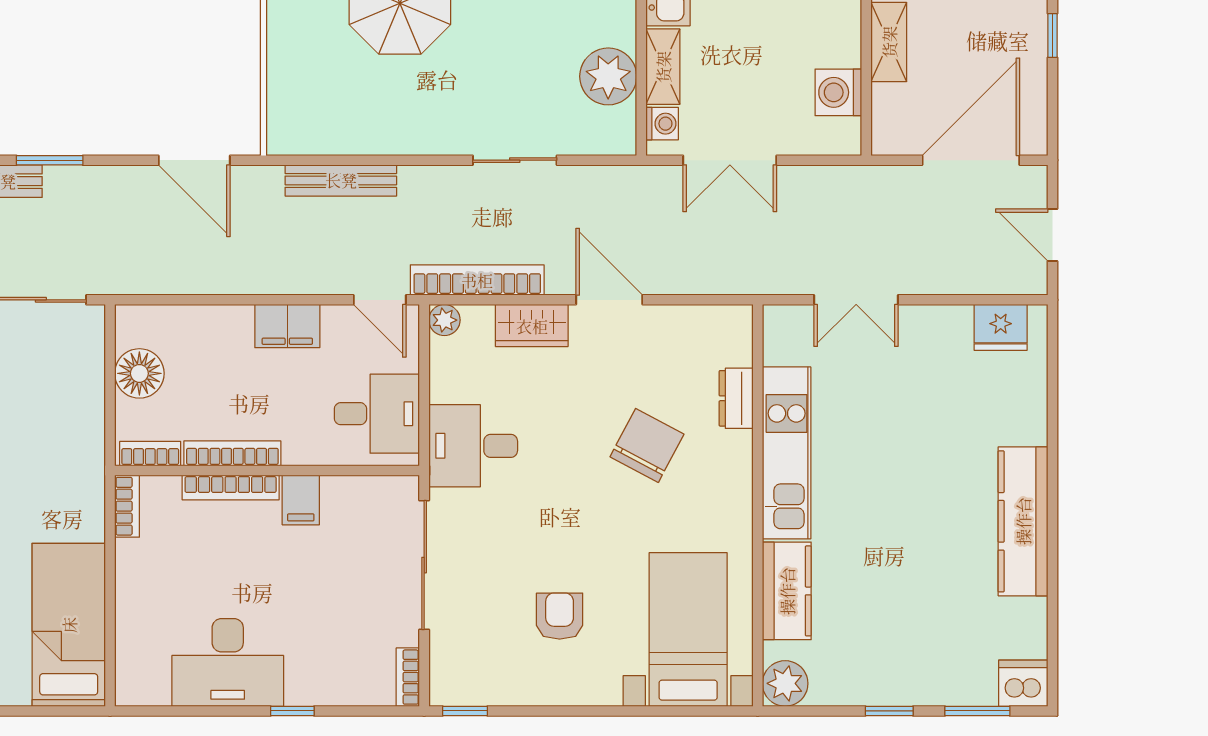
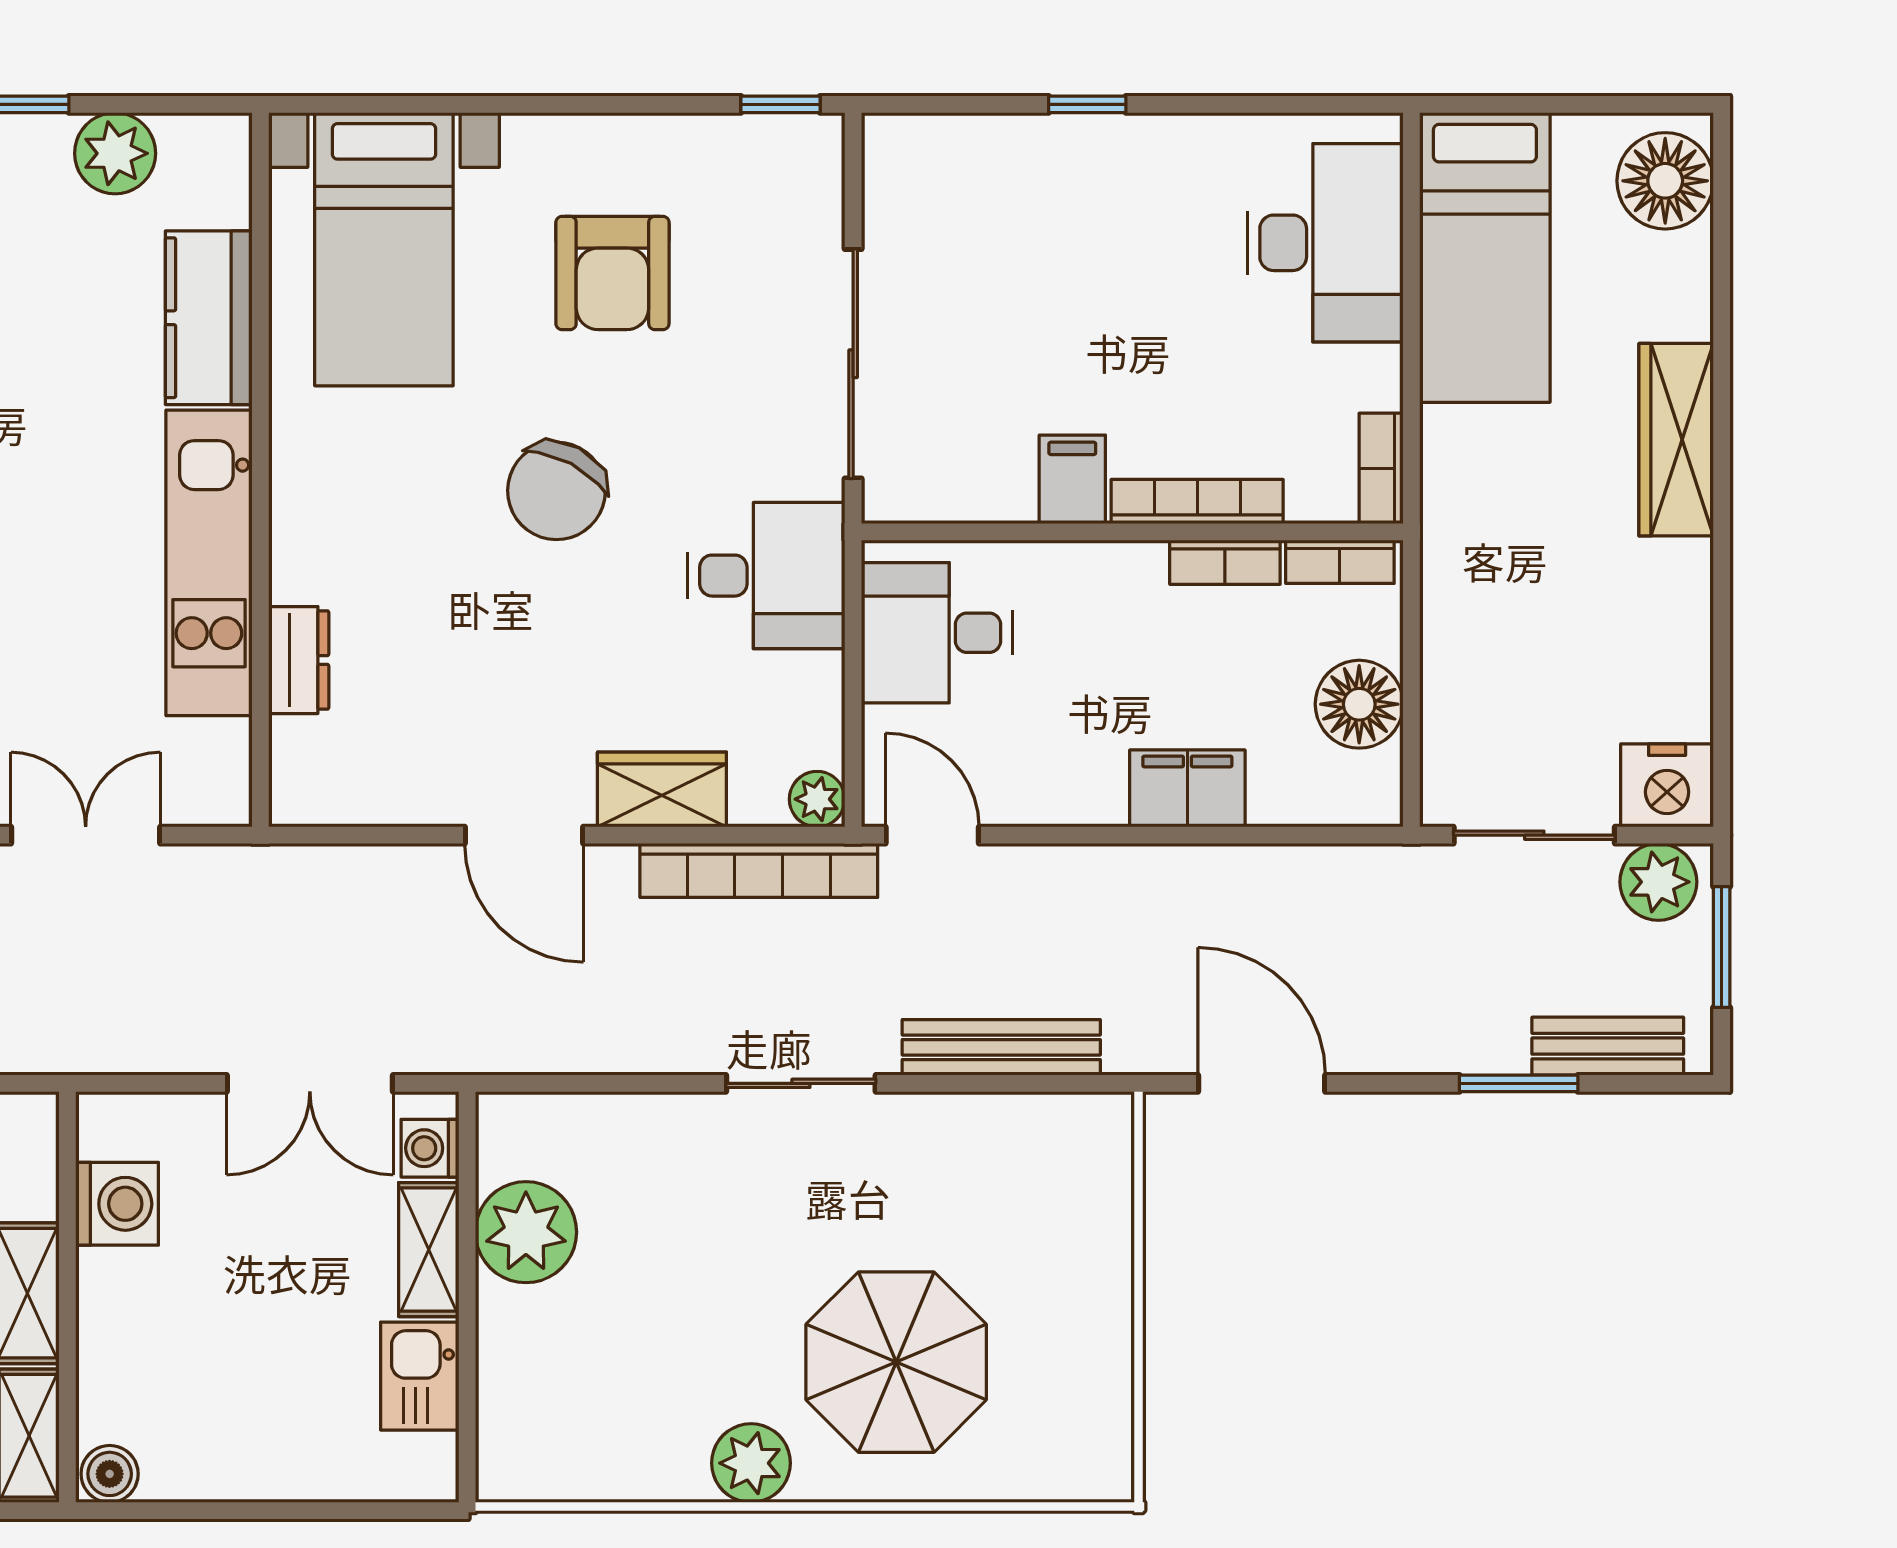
sliding door: (515, 160) -> (801, 1083), moved
double door: (730, 160) -> (310, 1083), swing flipped
filing cabinet: (287, 326) -> (1187, 788), moved
chair: (647, 445) -> (556, 491), moved
bookcase: (232, 453) -> (1225, 562), width x0.64
armchair: (560, 616) -> (612, 273), width x1.38, depth x1.38
desk: (228, 662) -> (1325, 243), moved, turned 90
bookcase: (408, 677) -> (882, 165), removed
plant: (785, 683) -> (115, 153), moved

